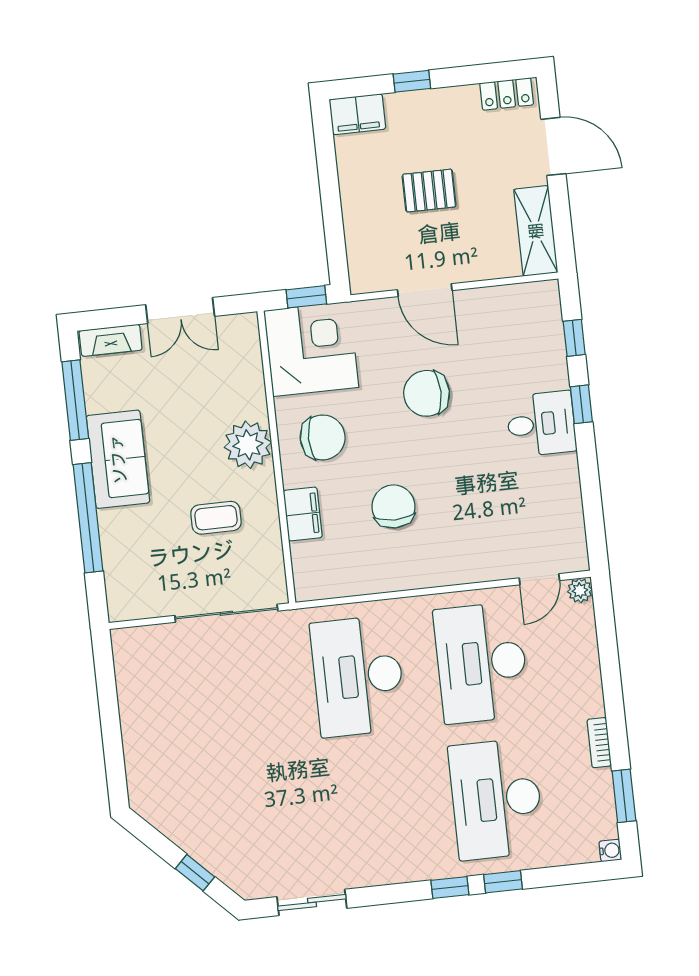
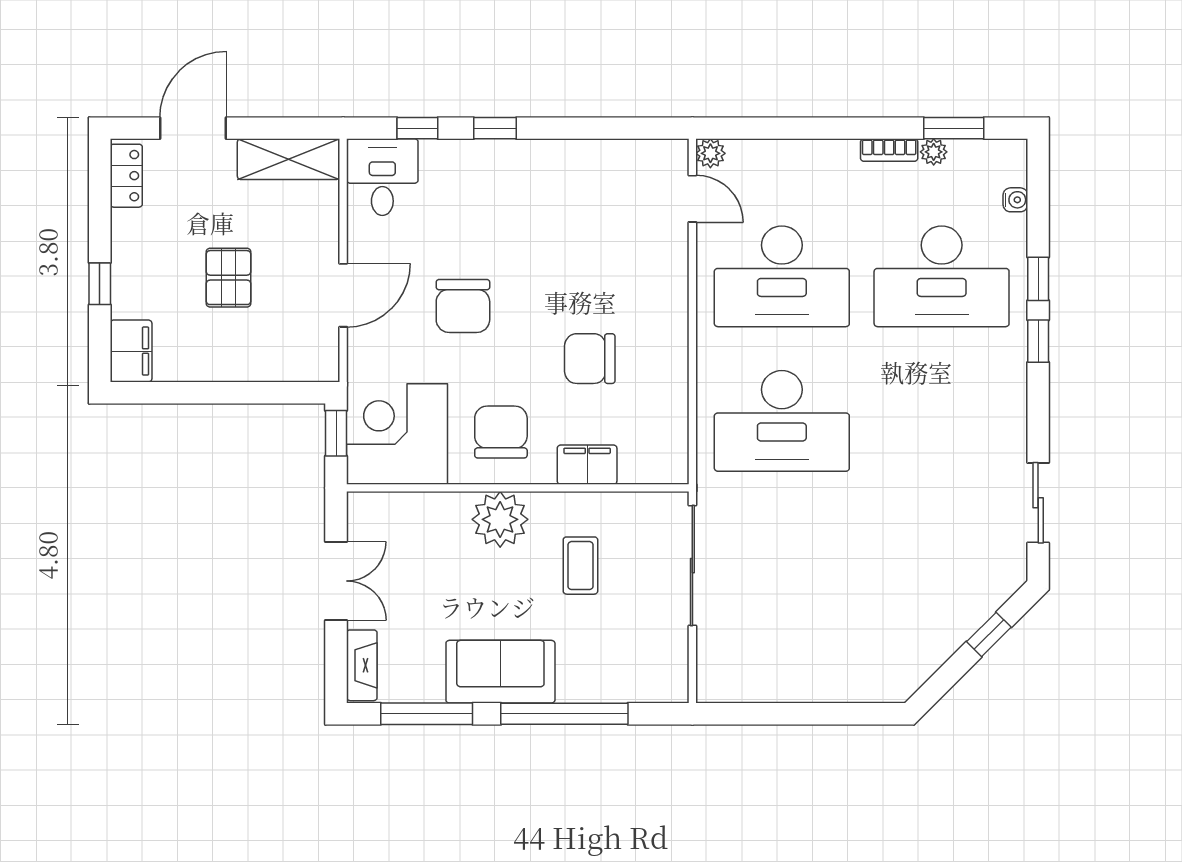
desk: (541, 424) -> (382, 177), moved
plant: (602, 781) -> (934, 152), added
water cooler: (610, 850) -> (1015, 200), moved, turned 90

